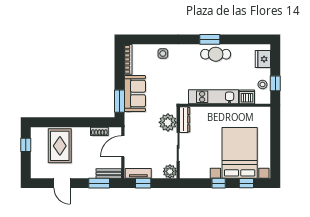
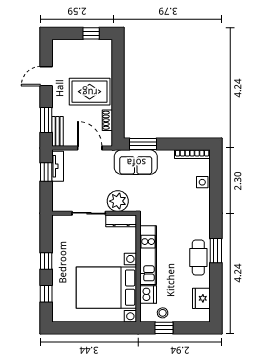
side table: (163, 54) -> (202, 182), moved
fridge: (263, 59) -> (201, 298), moved, turned -90
sofa: (135, 93) -> (136, 162), moved
rug: (60, 146) -> (90, 92), moved
bed with nightstands: (240, 153) -> (106, 288), moved, turned 180
plant: (170, 171) -> (60, 204), removed

